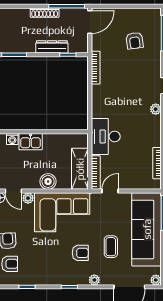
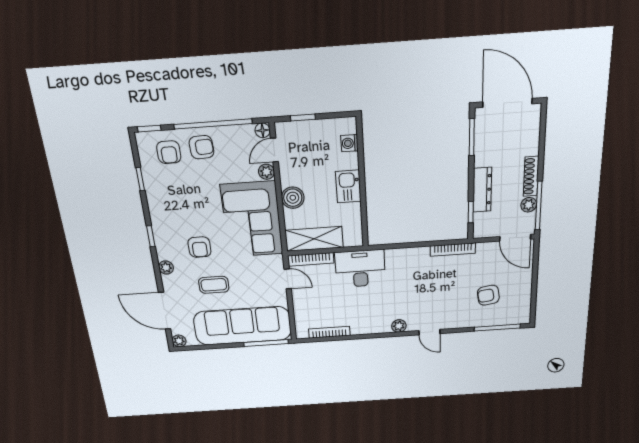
plant: (65, 13) -> (529, 205), added
kitchen sink: (31, 142) -> (348, 186), moved

